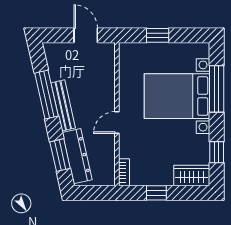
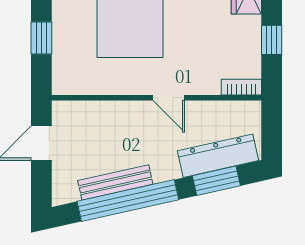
window: (46, 95) -> (128, 201), width x1.46
bench: (63, 105) -> (115, 182), moved

